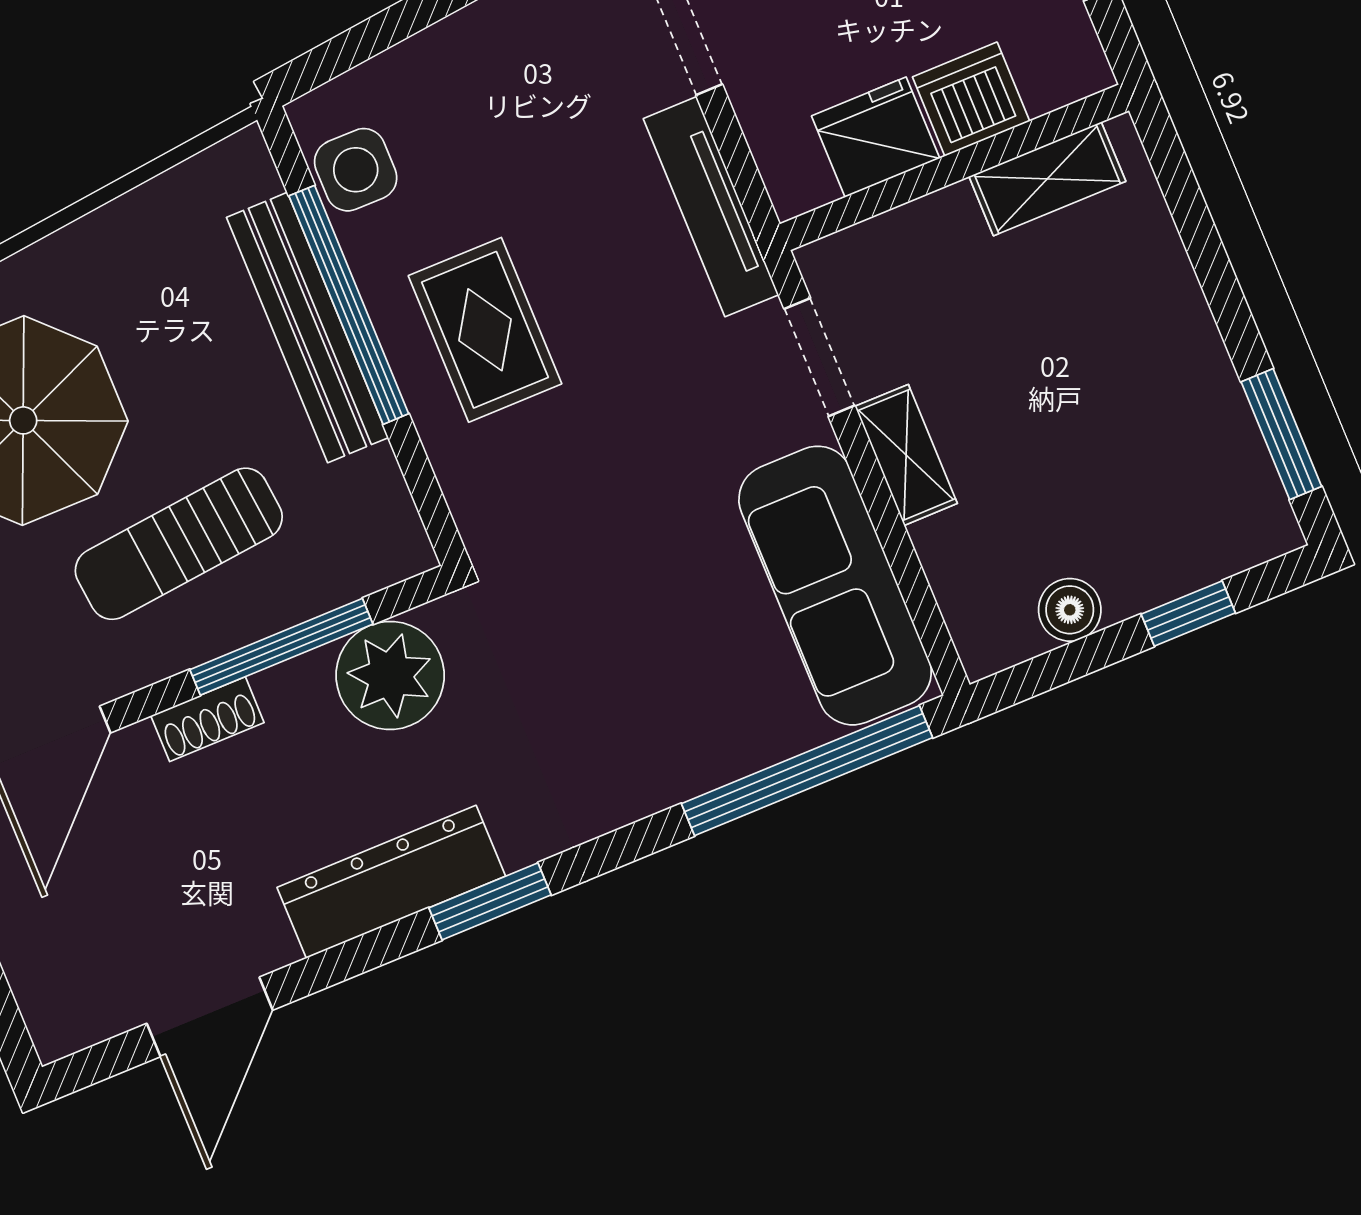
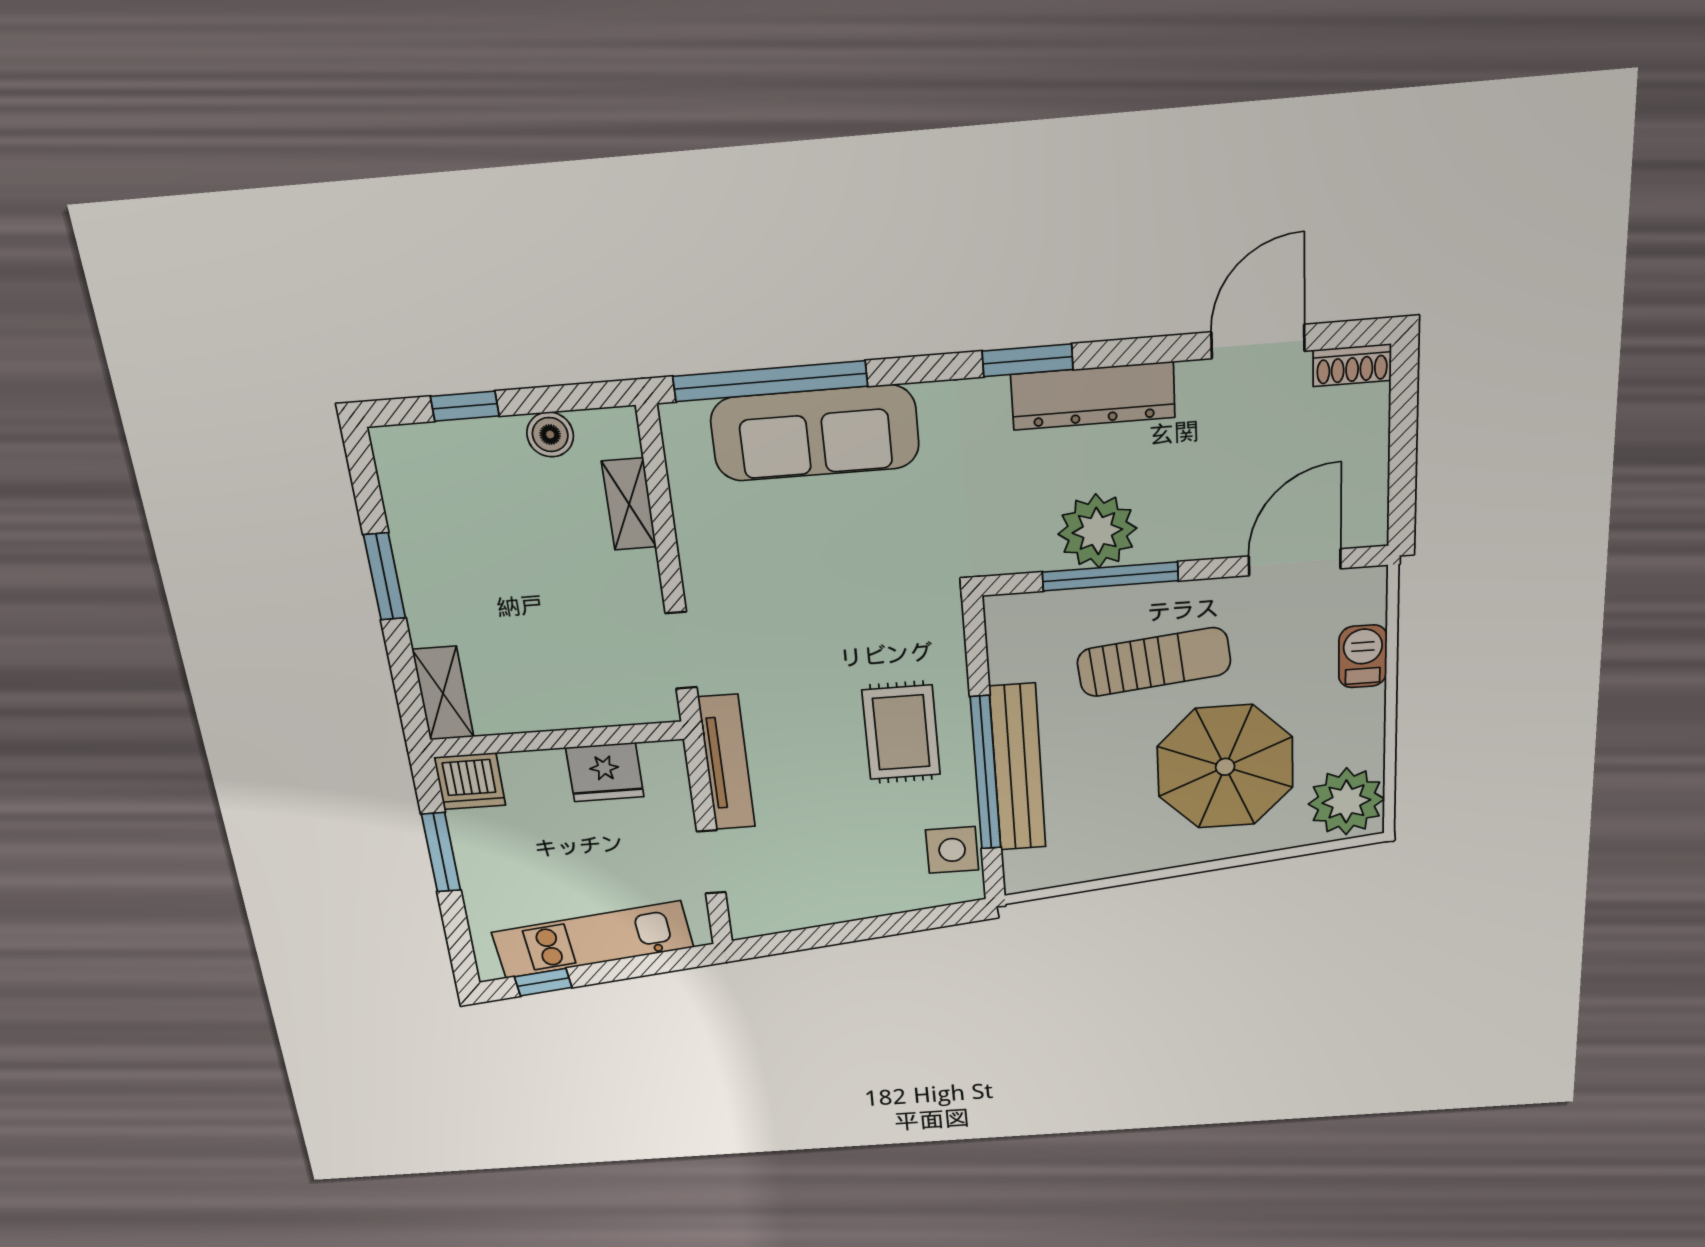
dishwasher: (971, 99) -> (470, 781), moved
shelving: (1047, 179) -> (443, 693), moved, turned 90
window: (1281, 434) -> (385, 577), moved
shelving: (906, 455) -> (629, 504), moved
sofa: (835, 586) -> (815, 433), moved, turned 90
plant: (390, 675) -> (1097, 531), moved
shoe rack: (207, 719) -> (1352, 365), moved, turned 180

